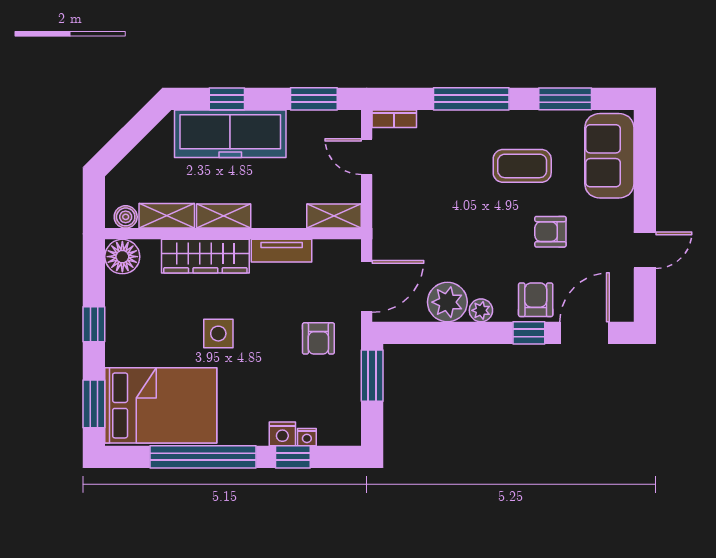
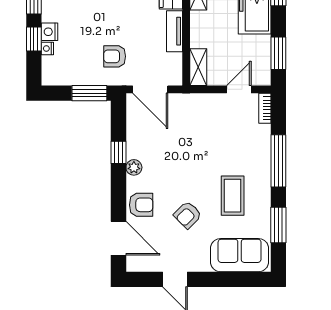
armchair: (550, 232) -> (188, 215), turned -135
plant: (447, 302) -> (140, 145), removed
window: (529, 333) -> (118, 152), moved

